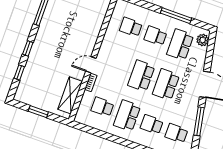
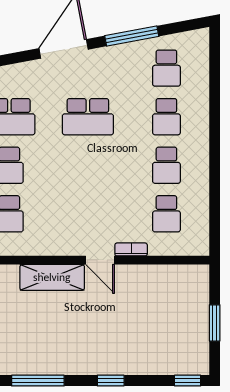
window: (19, 72) -> (188, 381), moved
school desk: (141, 76) -> (88, 165), removed
shelving: (70, 95) -> (52, 277), moved
school desk: (127, 116) -> (166, 165), width x0.54

